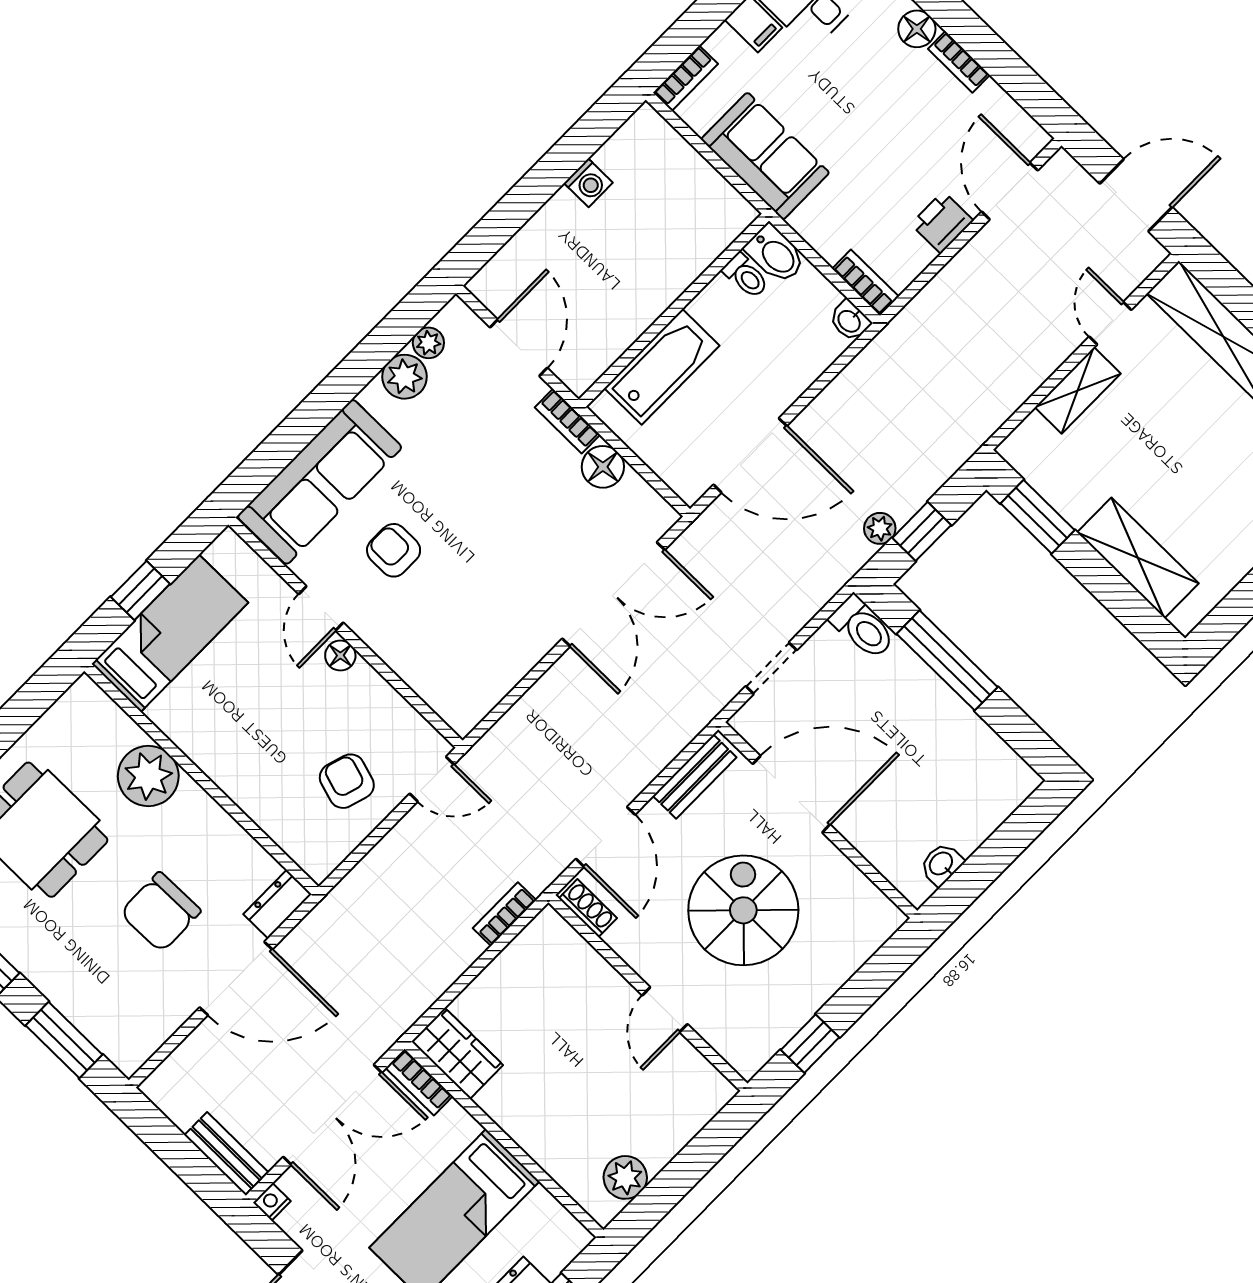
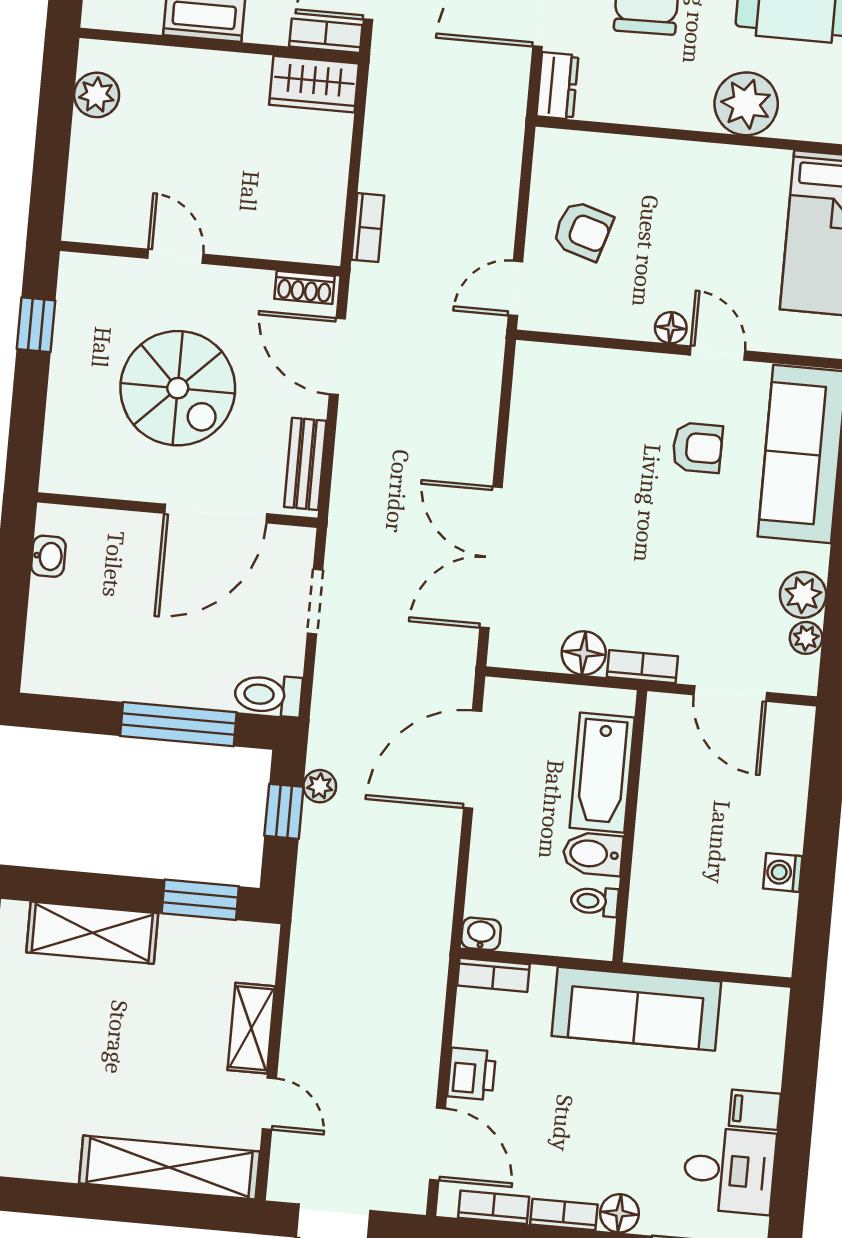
bookcase: (685, 78) -> (494, 1207), moved, turned 90
sofa: (765, 156) -> (636, 1009), width x1.36
bidet: (775, 254) -> (593, 854), moved

